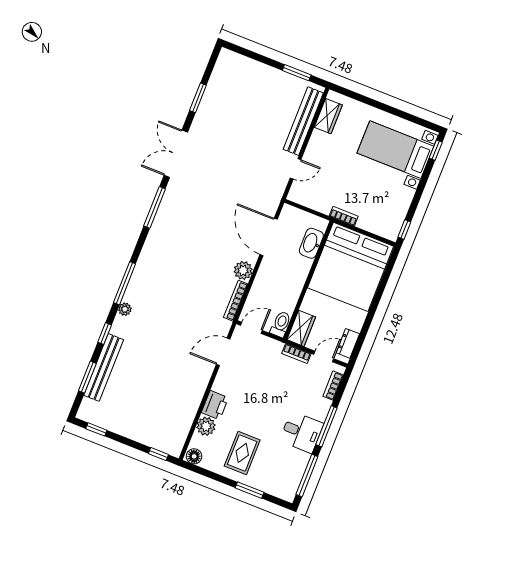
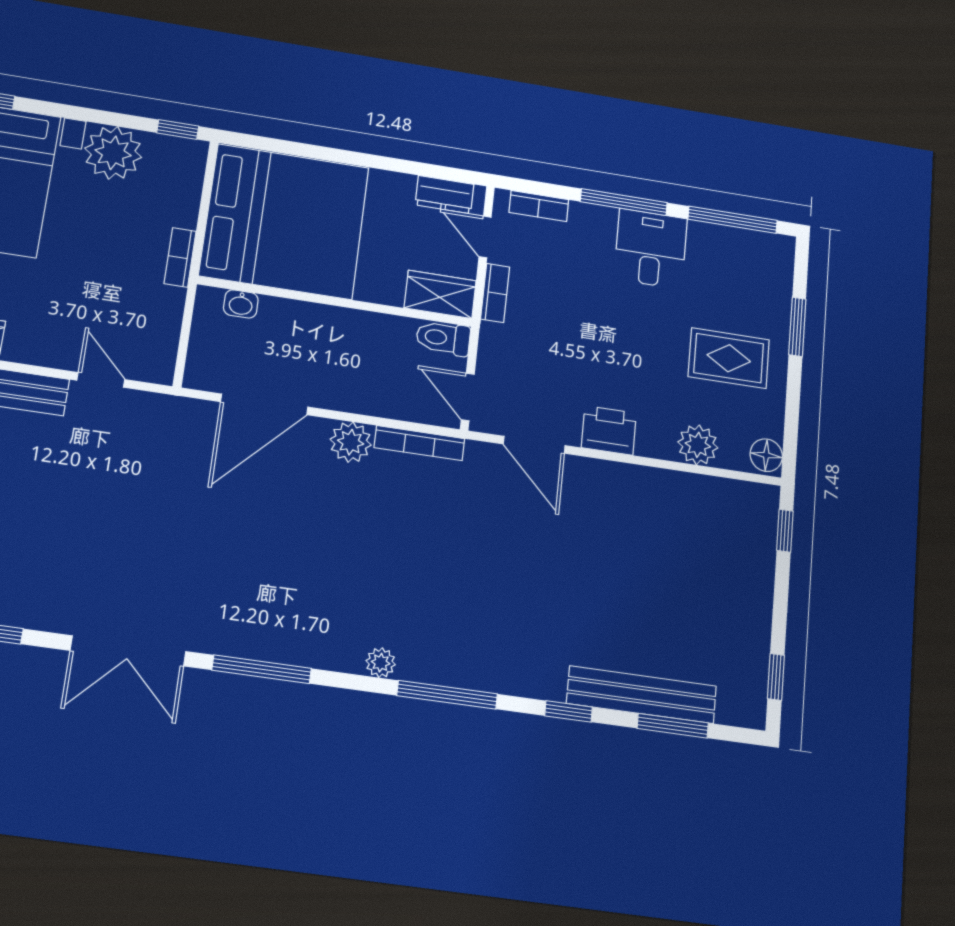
plant: (399, 198) -> (113, 153), added
washbasin: (311, 243) -> (241, 304), width x0.52, depth x0.69
plant: (125, 309) -> (381, 663), moved
printer: (215, 405) -> (609, 430), moved

